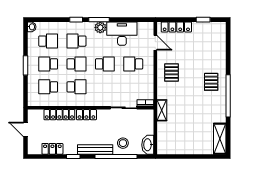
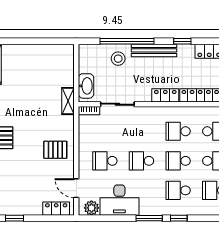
plant: (100, 27) -> (91, 208), moved
locker: (176, 27) -> (56, 209), width x0.66
school desk: (76, 41) -> (178, 190), turned 180
school desk: (133, 64) -> (105, 161), turned 180
pallet: (172, 73) -> (55, 150), turned 90
washbasin: (148, 145) -> (86, 86), moved

